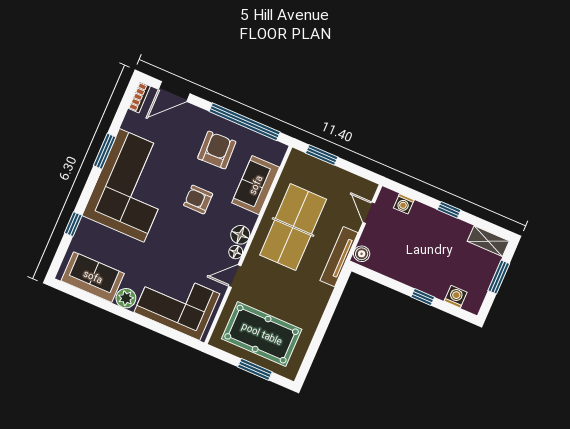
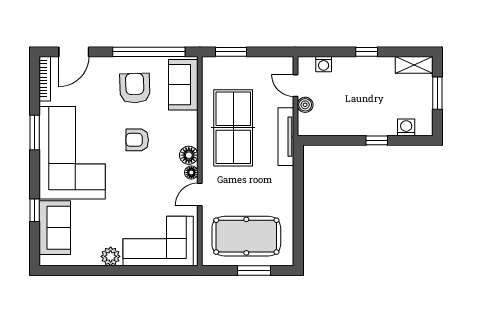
bookcase: (139, 97) -> (45, 79), width x1.56
sofa: (256, 185) -> (183, 85), moved
boiler: (362, 254) -> (305, 105), moved
sofa: (93, 277) -> (55, 228), moved, turned 90

